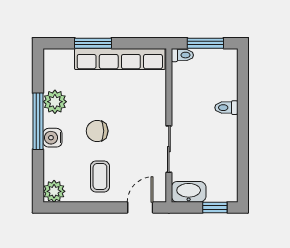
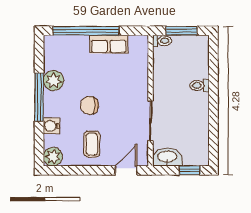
window: (93, 43) -> (86, 31), width x2.11
row of seats: (120, 59) -> (109, 44), width x0.50
water cooler: (52, 138) -> (52, 126), moved

